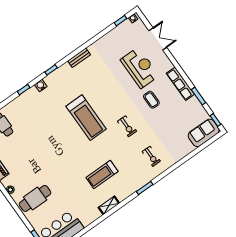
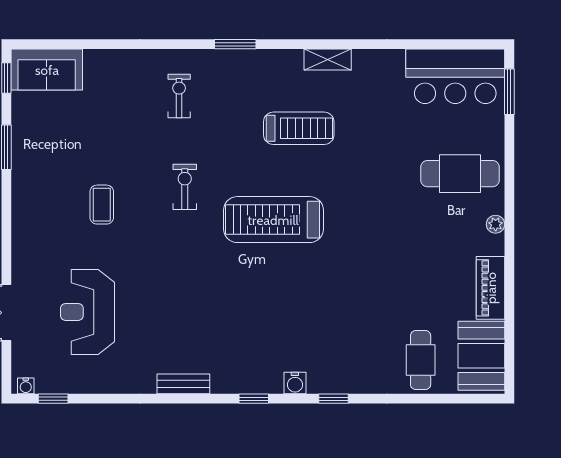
reception desk: (140, 68) -> (87, 312), moved
row of seats: (180, 84) -> (24, 195), removed
treadmill: (86, 118) -> (273, 220), moved, turned -90

